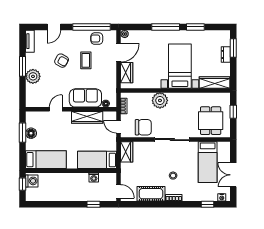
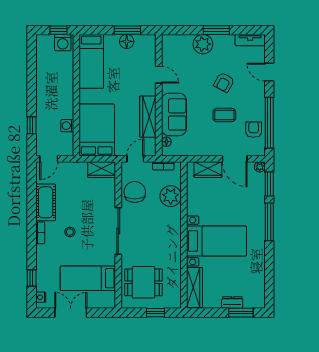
window: (195, 27) -> (269, 184), moved
plant: (160, 100) -> (171, 196), moved
chair: (143, 127) -> (135, 192), turned 180
bed: (97, 160) -> (97, 130), width x1.50

